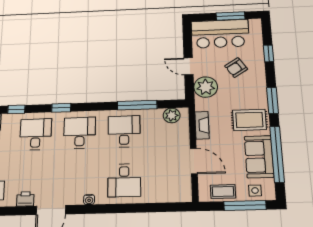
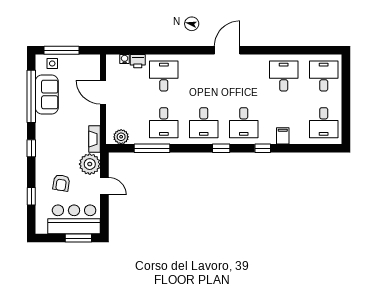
window: (230, 16) -> (78, 238), moved
armchair: (236, 68) -> (61, 183), turned 132
window: (272, 100) -> (31, 148), width x0.67
rug: (249, 120) -> (53, 130), removed
fireplace: (202, 125) -> (95, 139), moved
coffee table: (223, 192) -> (79, 63), removed
printer: (25, 199) -> (138, 61), moved
water cooler: (89, 200) -> (125, 59), moved

